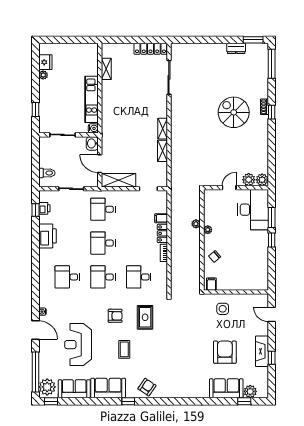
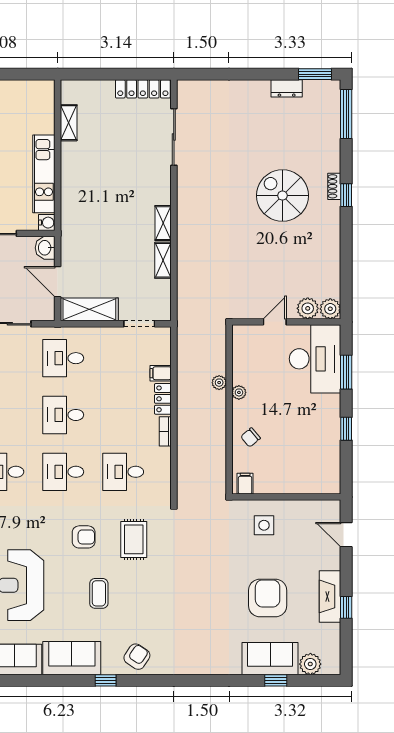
window: (272, 240) -> (346, 429), moved
window: (244, 401) -> (276, 680), moved

